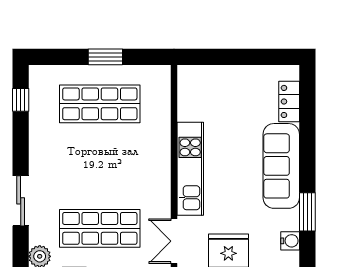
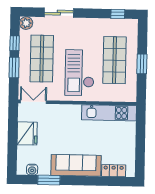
checkout: (123, 163) -> (80, 73), added
kitchen unit: (190, 169) -> (109, 113), moved

